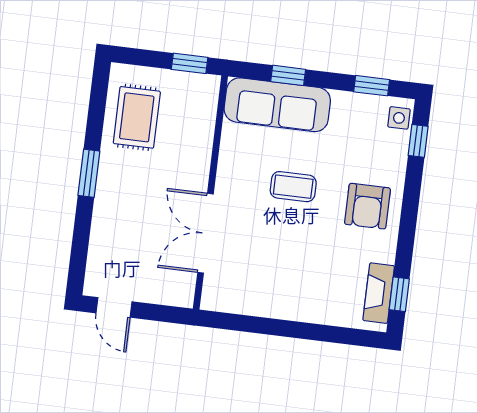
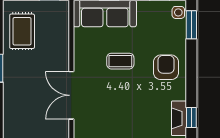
window: (418, 141) -> (191, 25), width x1.50
armchair: (367, 206) -> (166, 67), turned 180

